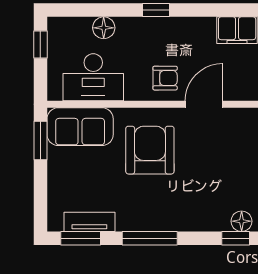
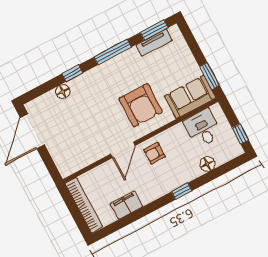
desk: (93, 77) -> (203, 128), width x0.73
window: (236, 238) -> (72, 73), moved

